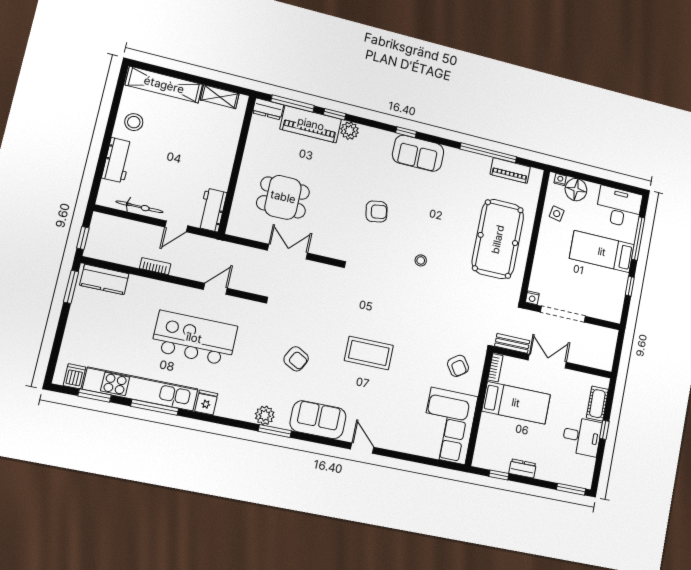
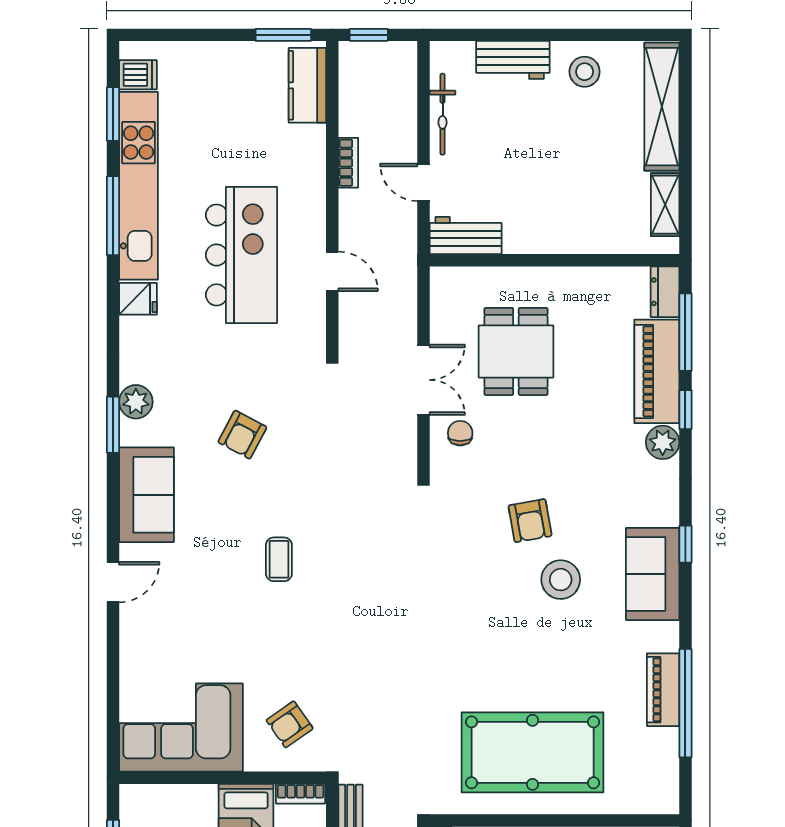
piano: (510, 171) -> (663, 690), moved
chair: (321, 238) -> (460, 433), added
stool: (421, 260) -> (561, 580), moved, width x1.89, depth x1.89
coffee table: (369, 353) -> (279, 559), width x0.54, depth x0.58

